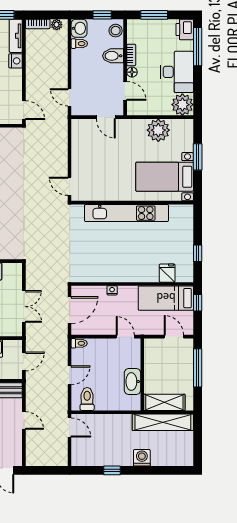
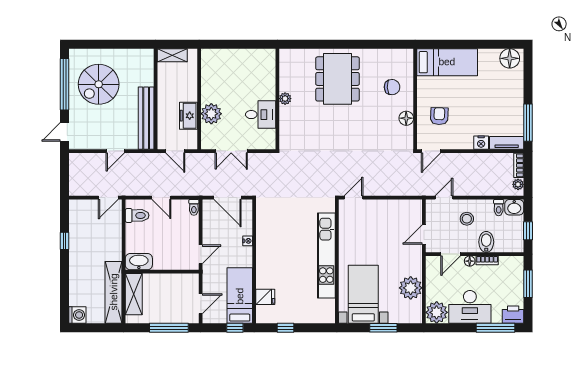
stool: (116, 31) -> (467, 219), moved
washbasin: (132, 382) -> (139, 262), moved
washing machine: (142, 458) -> (77, 315), moved

